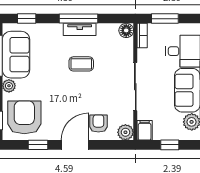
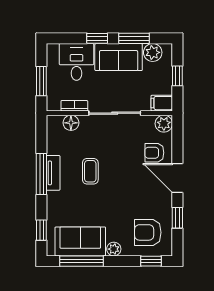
floor lamp: (126, 30) -> (71, 123), moved
bookcase: (142, 36) -> (74, 106), moved
armchair: (24, 117) -> (148, 232), width x0.73, depth x0.73

